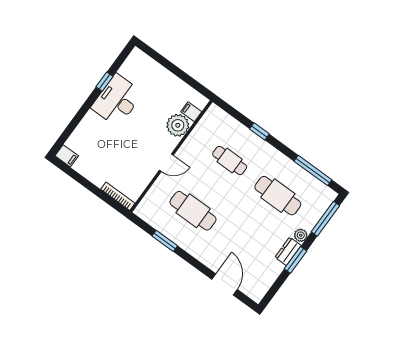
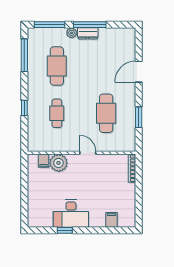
filing cabinet: (67, 156) -> (112, 220), moved
window: (295, 260) -> (90, 25), width x1.44
door: (225, 284) -> (139, 72), moved

